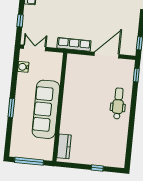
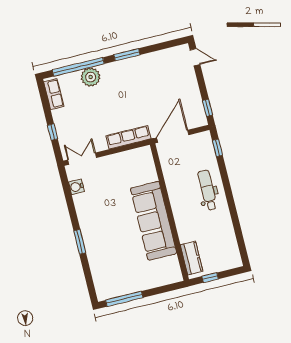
wall: (60, 107) -> (169, 212), moved
sofa: (46, 109) -> (154, 221), moved
kitchen counter: (64, 146) -> (192, 258), moved

